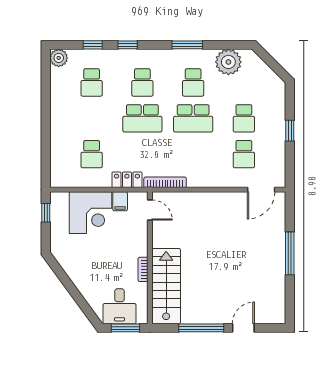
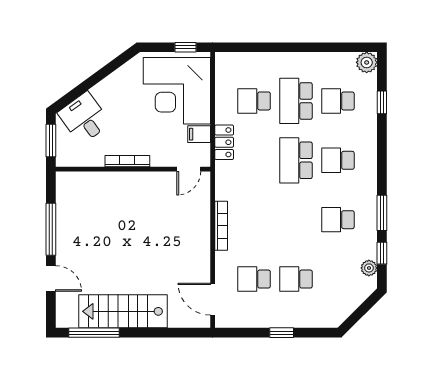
window: (128, 45) -> (382, 253), moved
plant: (228, 62) -> (369, 268), width x0.53, depth x0.53
school desk: (193, 118) -> (296, 101), moved
bookcase: (165, 182) -> (221, 226), moved
corner desk: (90, 213) -> (177, 91), width x1.36, depth x1.36
window: (290, 253) -> (94, 333), moved
bookcase: (143, 269) -> (127, 161), width x1.56
stairs: (166, 286) -> (123, 311), moved, turned 180
desk: (120, 306) -> (84, 118), moved, turned 54

